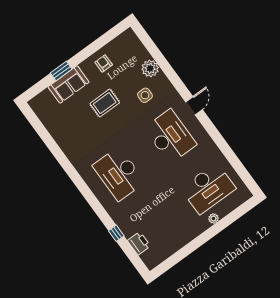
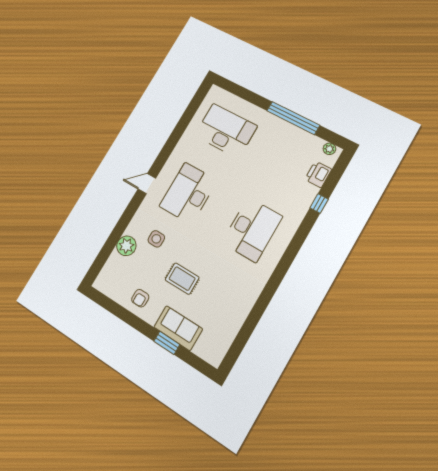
plant: (214, 218) -> (329, 149), moved
window: (193, 246) -> (293, 118), added

